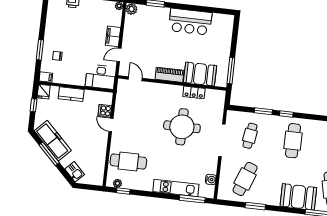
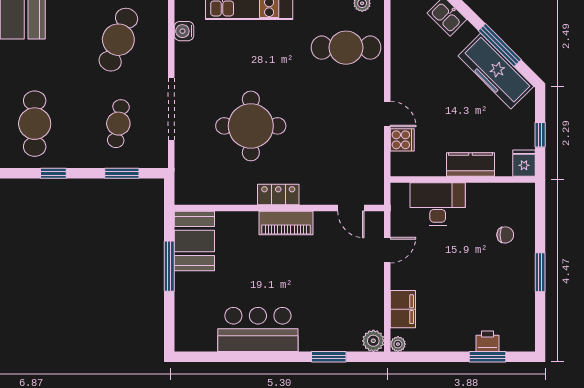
filing cabinet: (113, 36) -> (403, 309), moved
window: (40, 50) -> (540, 272), moved
window: (231, 71) -> (169, 266), moved
booth: (200, 74) -> (194, 241), moved, turned 90
filing cabinet: (46, 77) -> (523, 192), removed
desk: (101, 77) -> (438, 204), moved
locker: (194, 92) -> (278, 195), moved
window: (263, 111) -> (122, 173), moved

